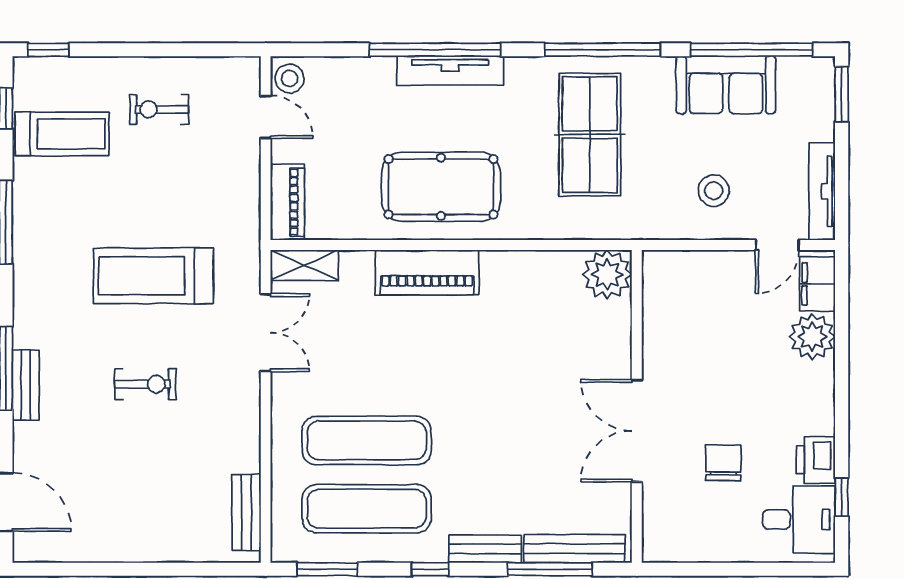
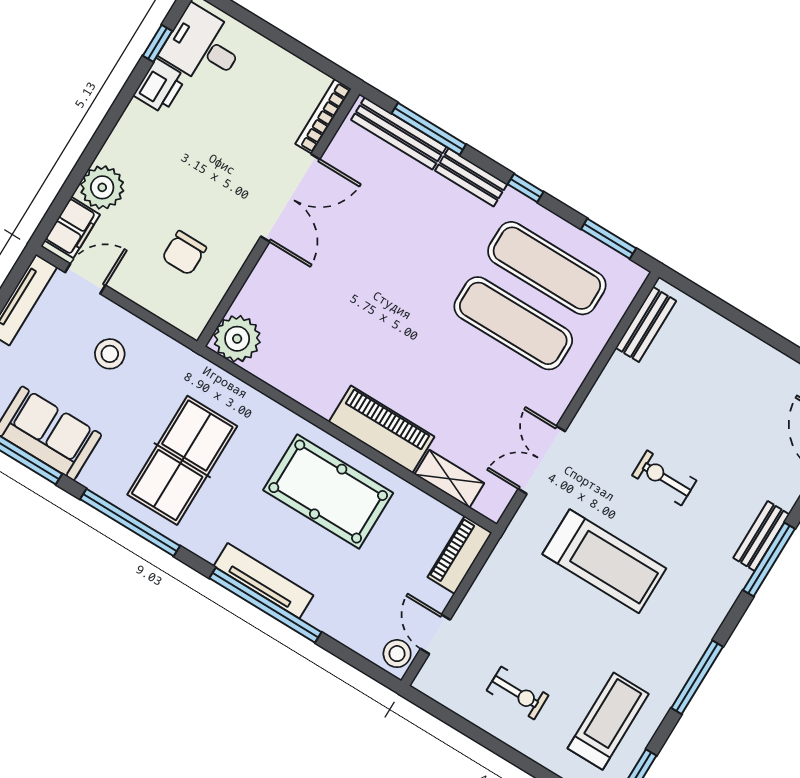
treadmill: (62, 134) -> (608, 721), turned 90
shelving: (304, 265) -> (449, 479), moved
chair: (723, 463) -> (184, 253), moved
bookcase: (652, 523) -> (323, 116), added

